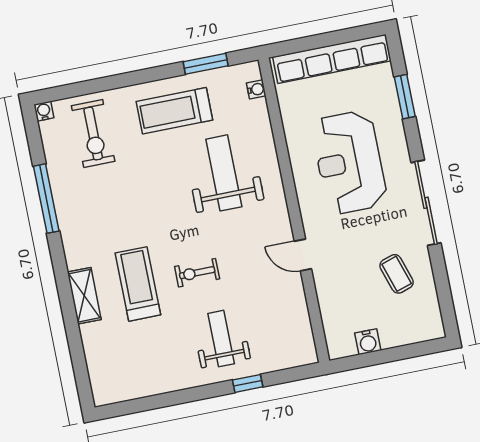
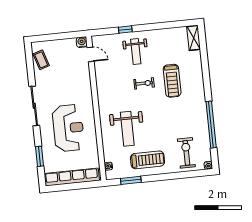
window: (46, 199) -> (211, 125), width x1.46
door: (303, 255) -> (91, 54), moved
coffee table: (397, 274) -> (41, 60), moved
shelving: (84, 296) -> (194, 38), moved
water cooler: (368, 342) -> (82, 42), moved

